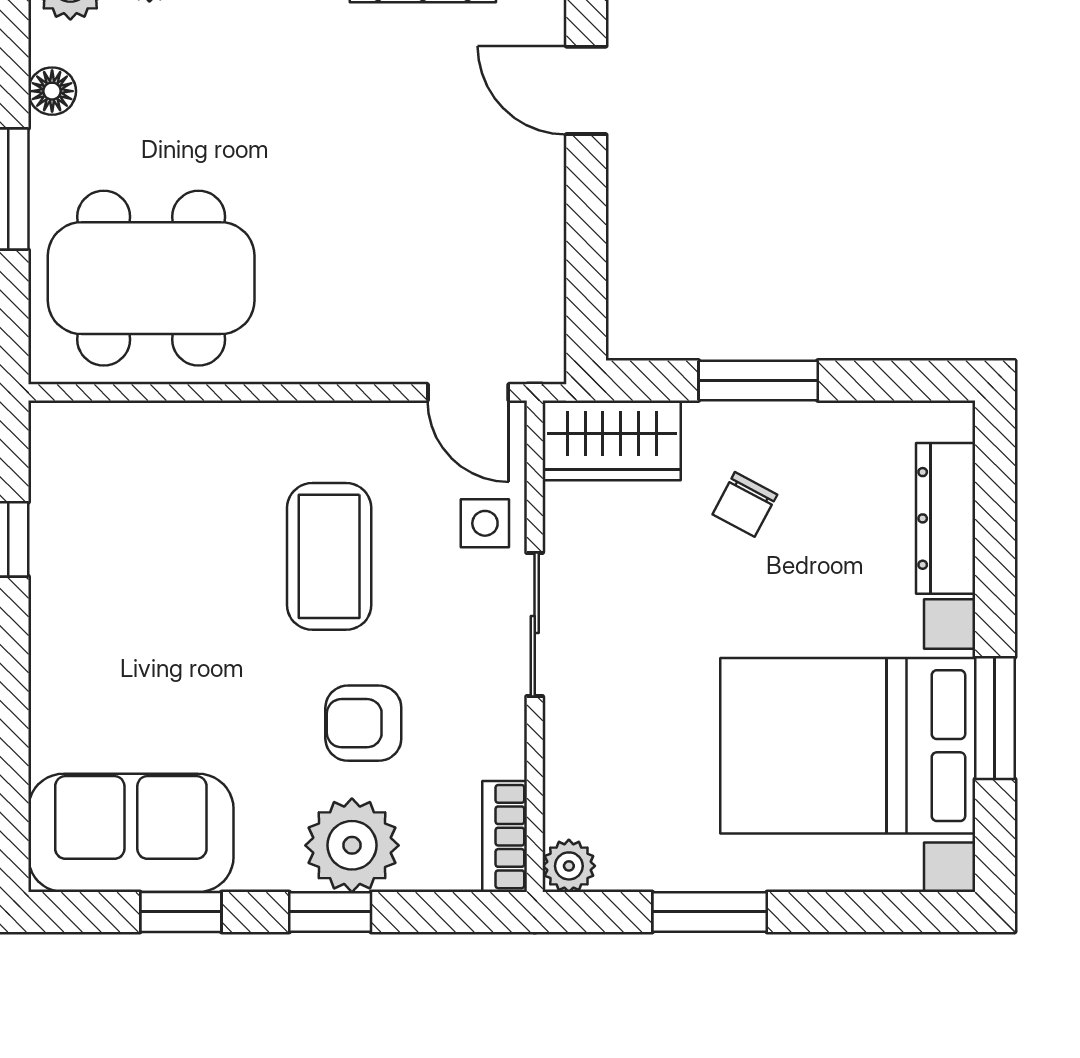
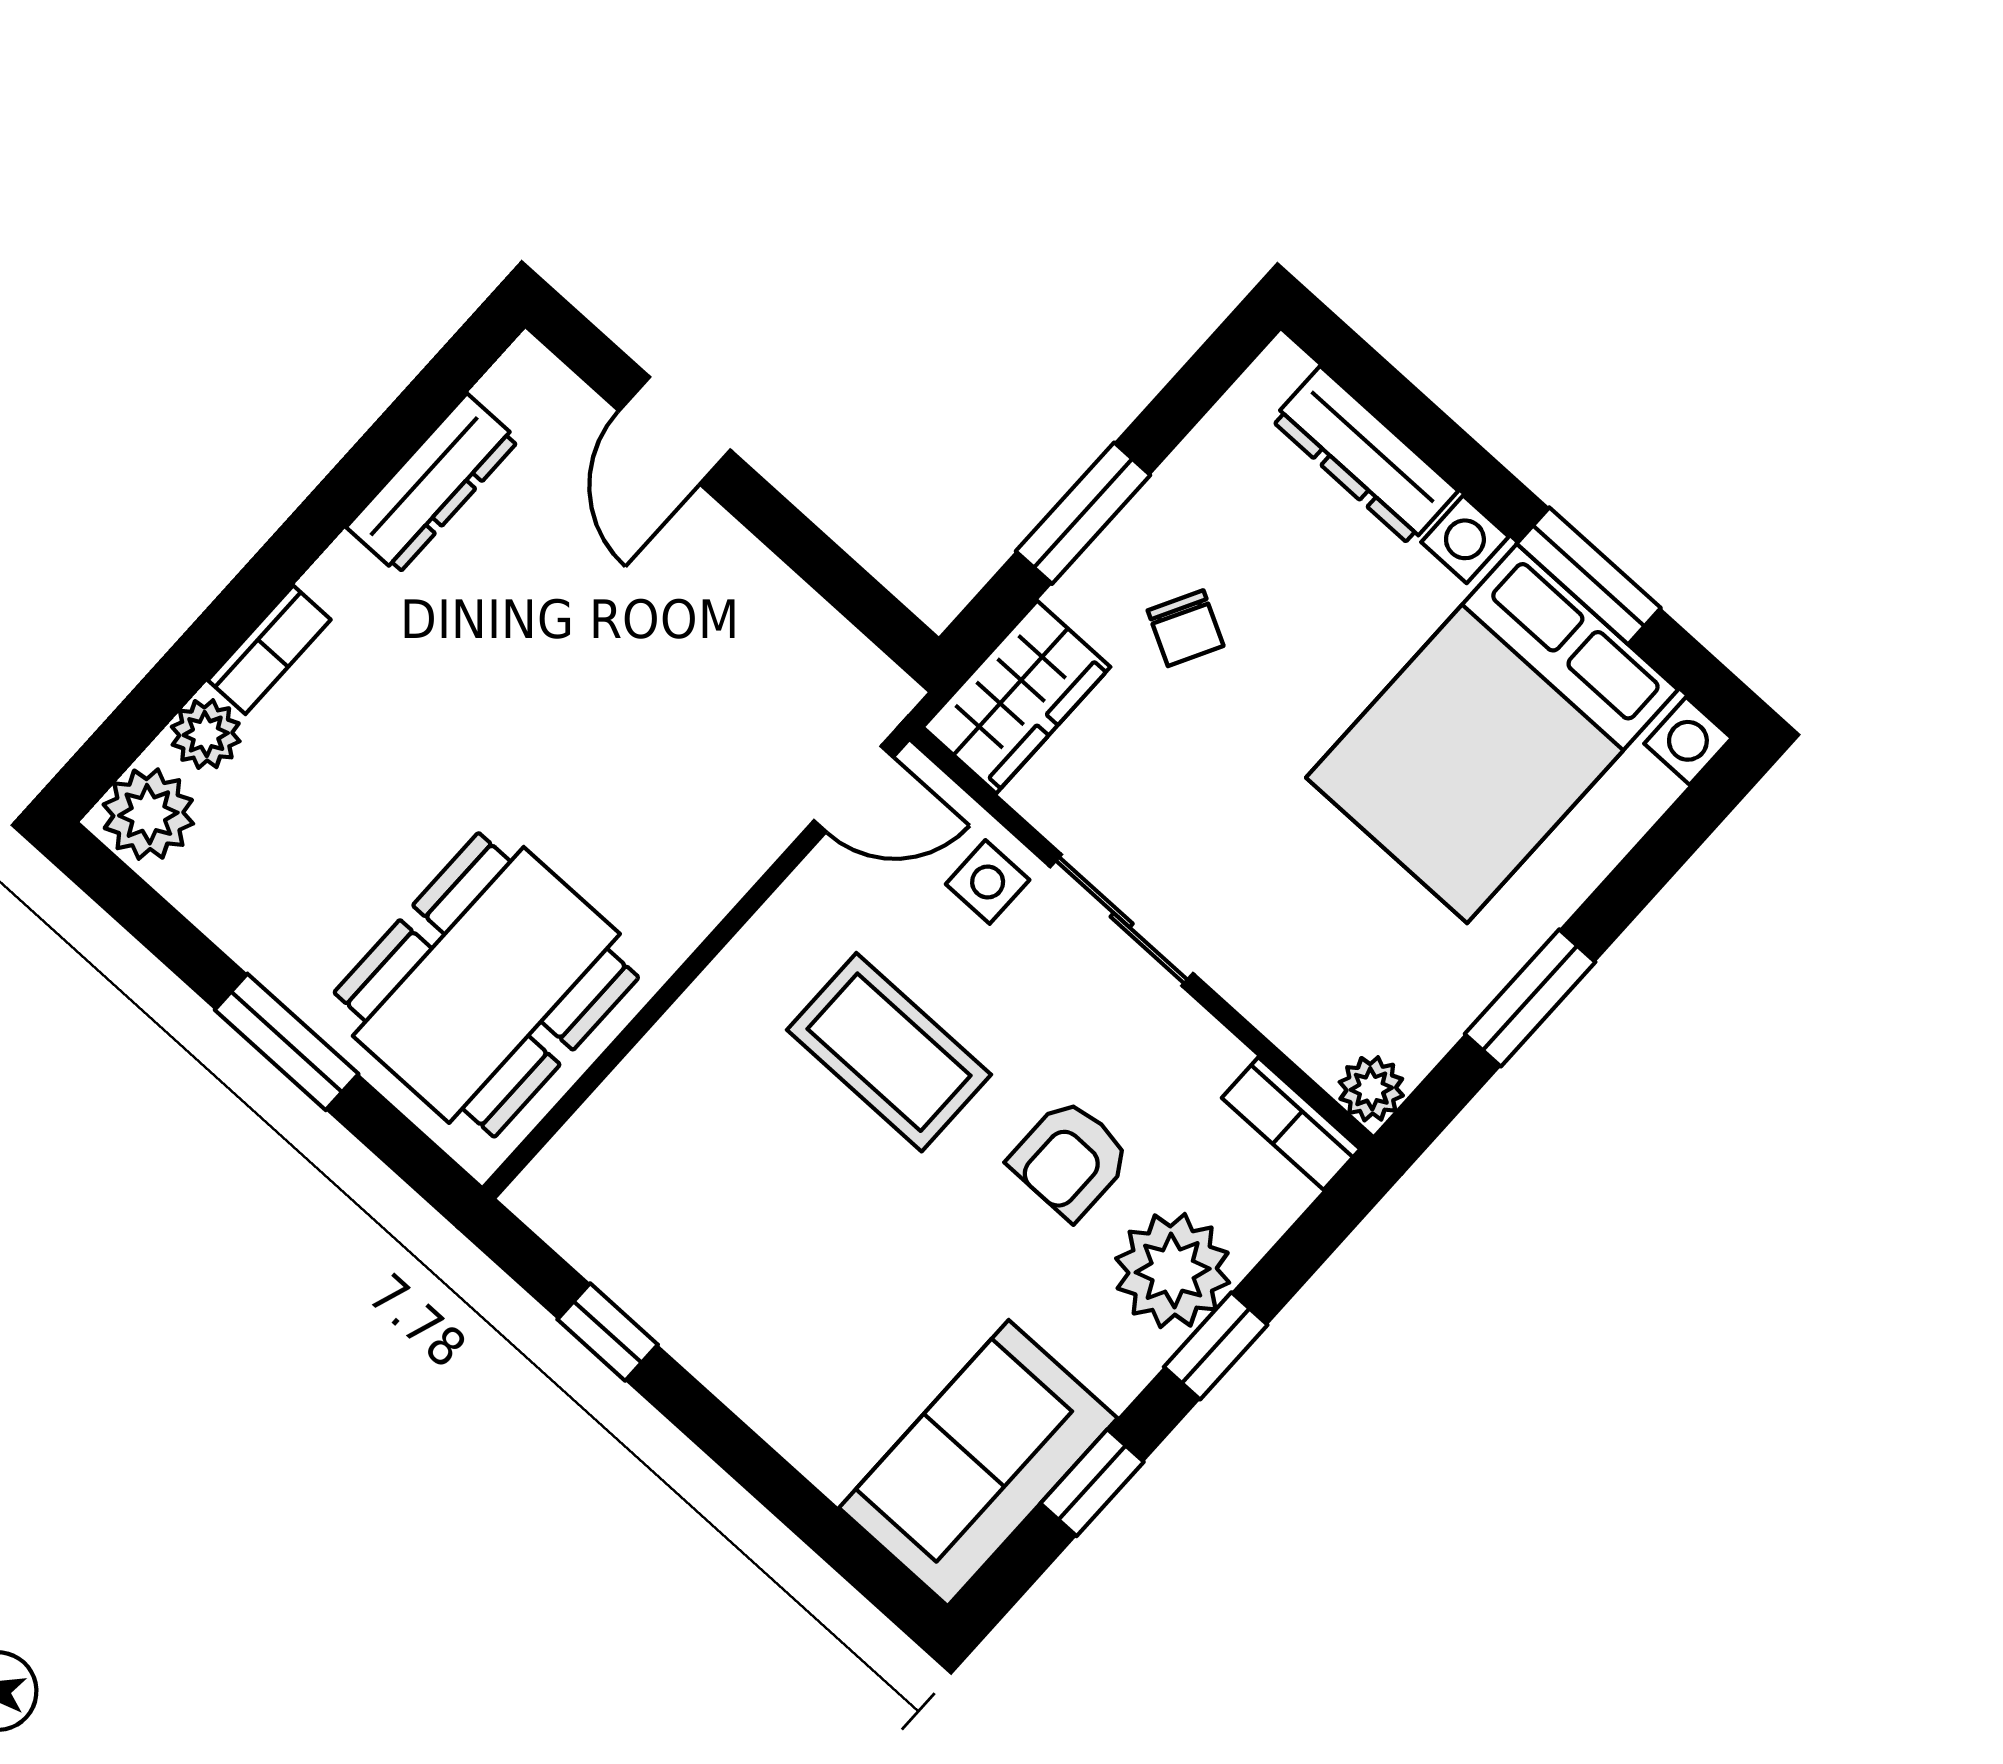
door: (586, 90) -> (675, 431), hinge flipped
floor lamp: (52, 91) -> (233, 921), removed

